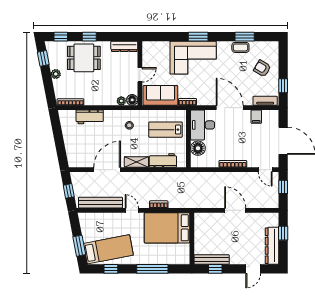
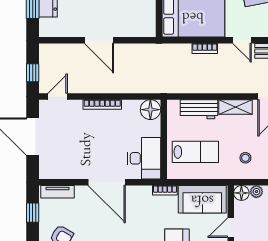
filing cabinet: (256, 117) -> (70, 170), removed
floor lamp: (198, 148) -> (150, 110), moved
door: (265, 170) -> (58, 96), hinge flipped

